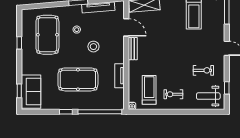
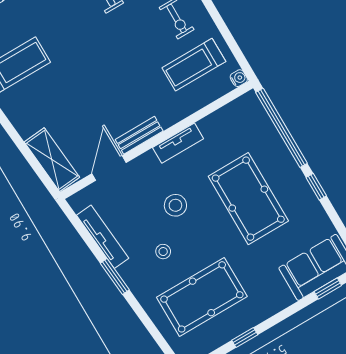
tv unit: (119, 76) -> (178, 143), moved

